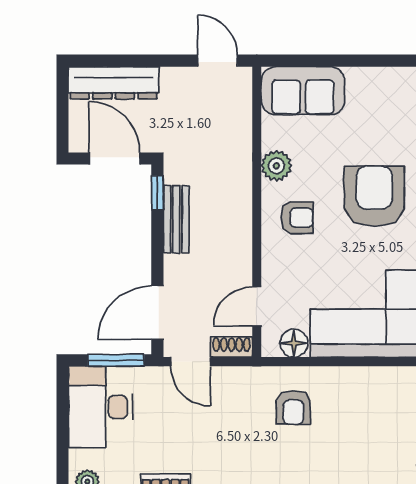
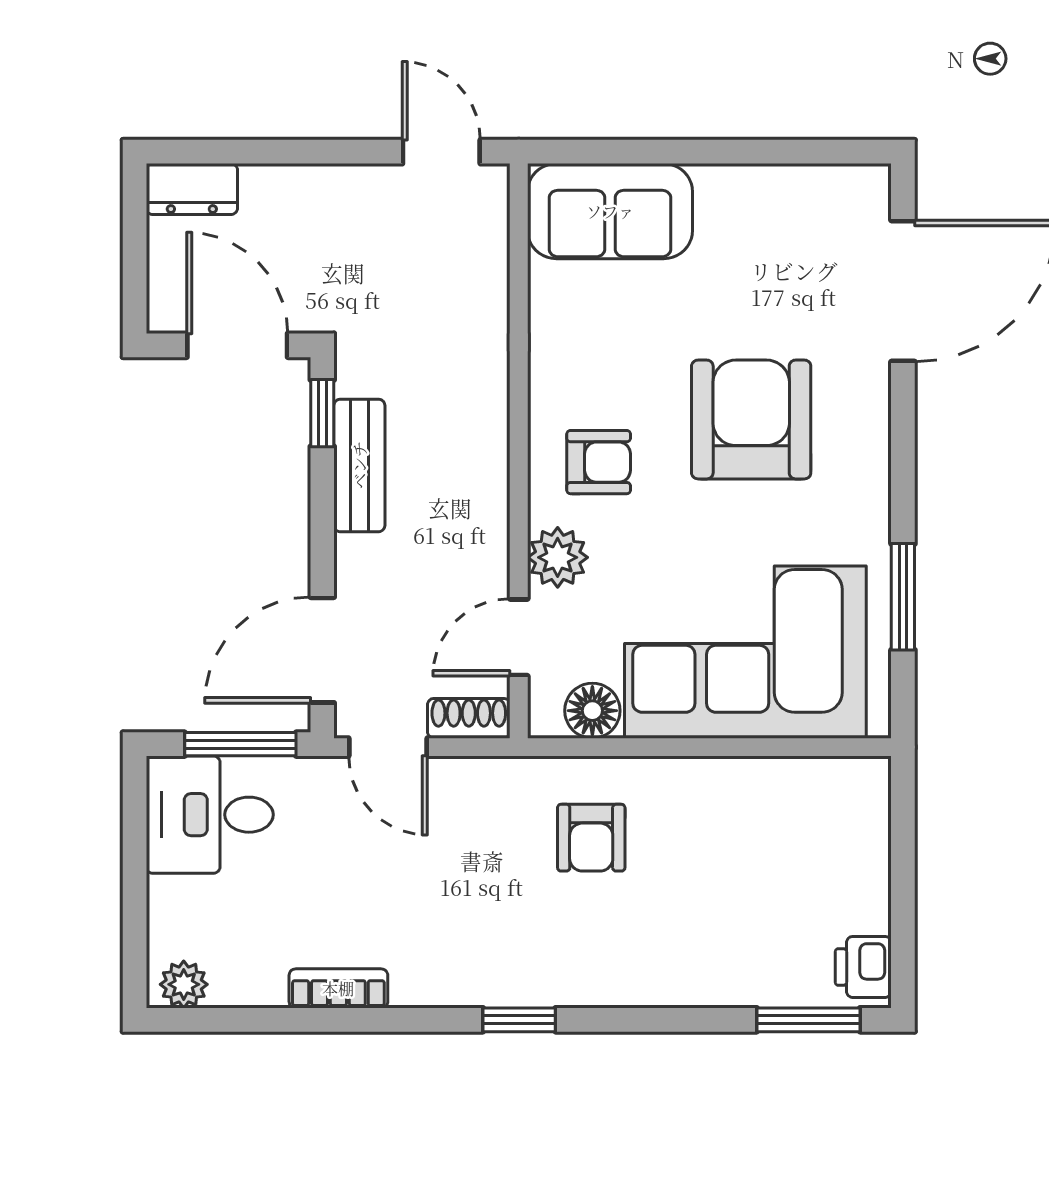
dresser: (114, 83) -> (192, 189), width x0.51, depth x0.80
plant: (276, 166) -> (558, 557), moved
desk: (100, 407) -> (210, 815), width x0.73

